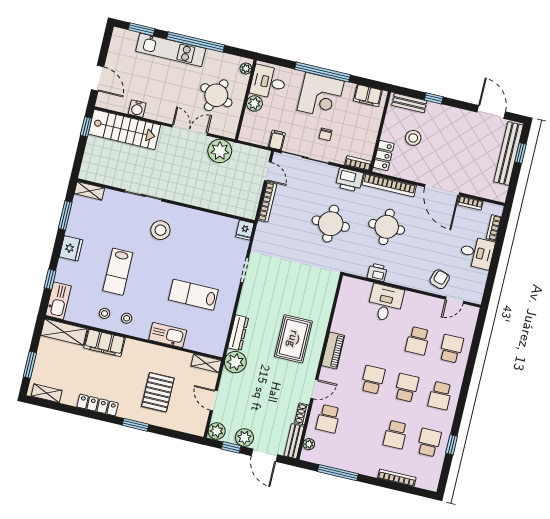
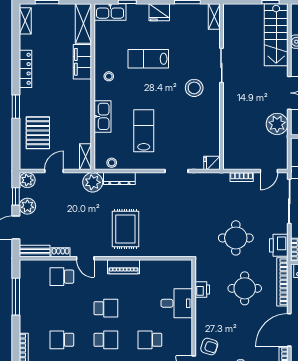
bookcase: (267, 202) -> (242, 177), width x0.64
stool: (105, 313) -> (112, 163), moved
rug: (293, 339) -> (125, 229), turned 90
pallet: (158, 392) -> (38, 133), moved, turned 90
plant: (309, 444) -> (35, 265), removed

